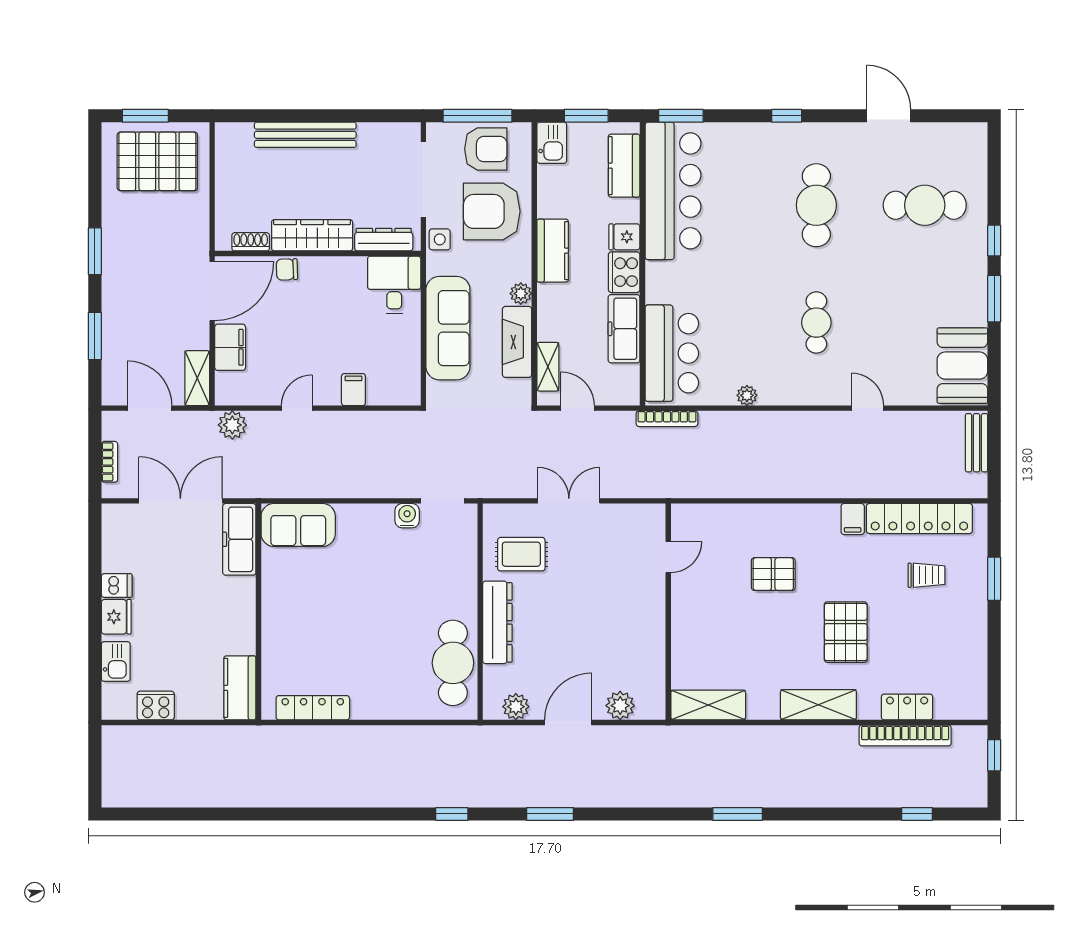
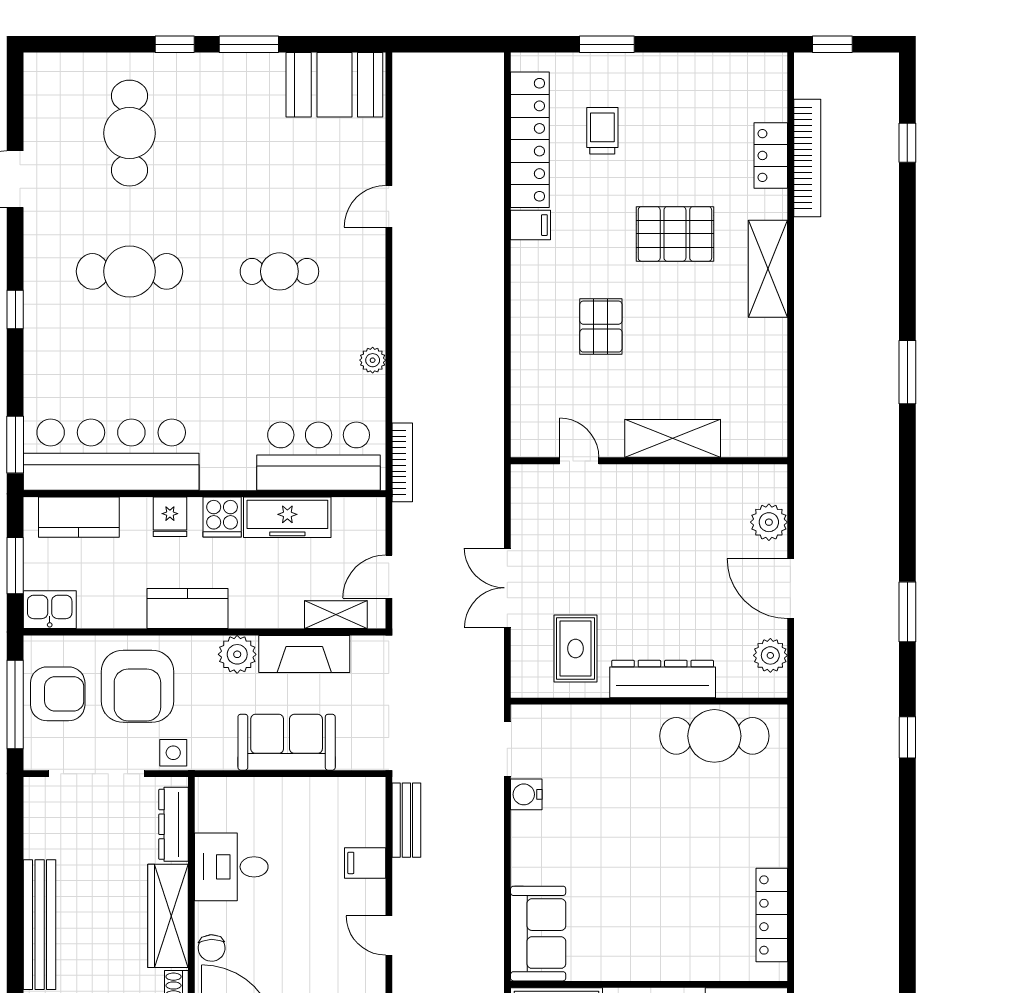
armchair: (486, 149) -> (58, 694), turned 90
cooker: (624, 272) -> (222, 517), width x0.73
desk: (394, 285) -> (231, 867), moved
plant: (521, 294) -> (237, 654), width x1.38, depth x1.38
sofa: (448, 328) -> (287, 742), width x0.73
bench: (977, 443) -> (406, 820), moved, turned 90
shelving: (708, 705) -> (673, 438), moved, turned 90

